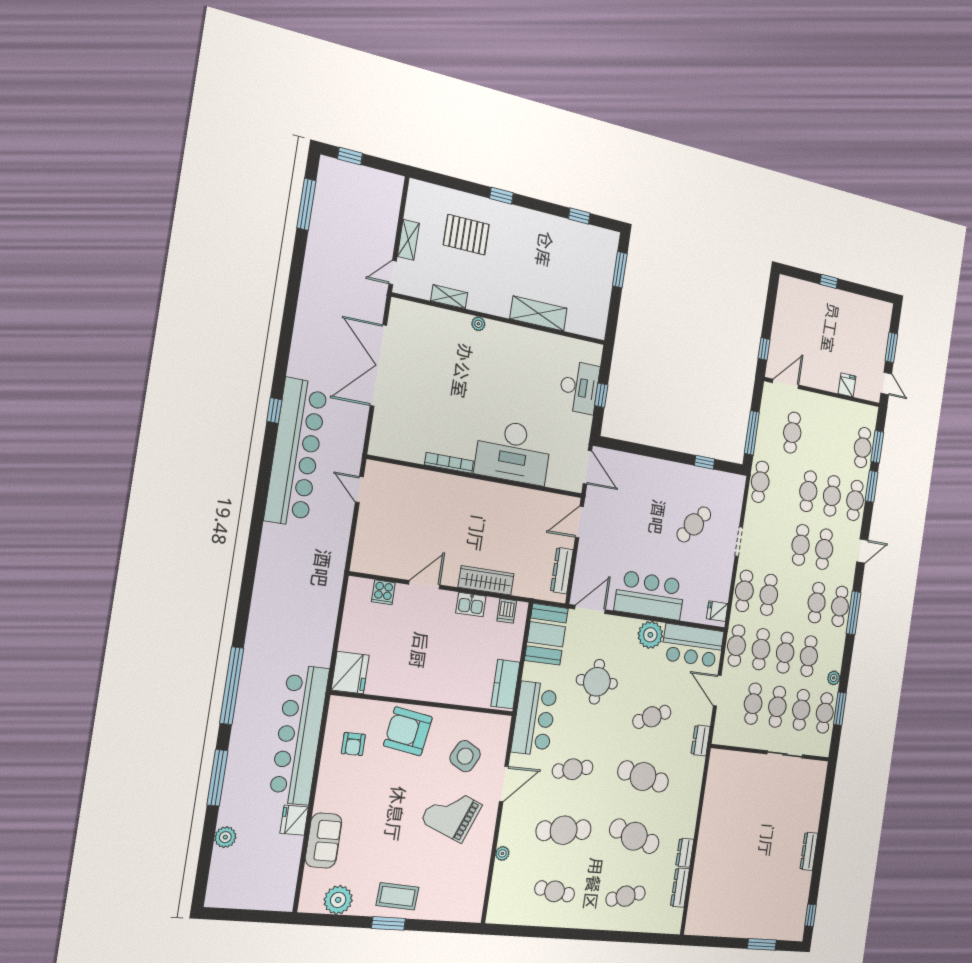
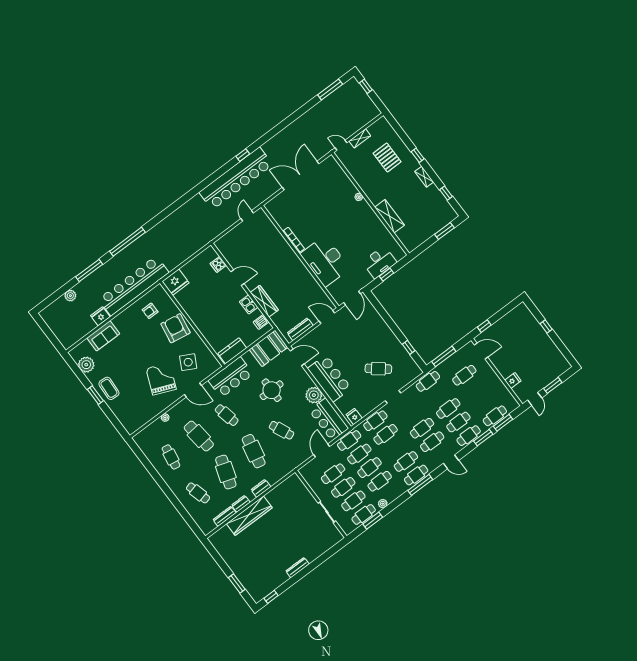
shelving: (449, 297) -> (424, 177), moved
dresser: (701, 740) -> (261, 488), moved
wardrobe: (706, 855) -> (249, 516), added

